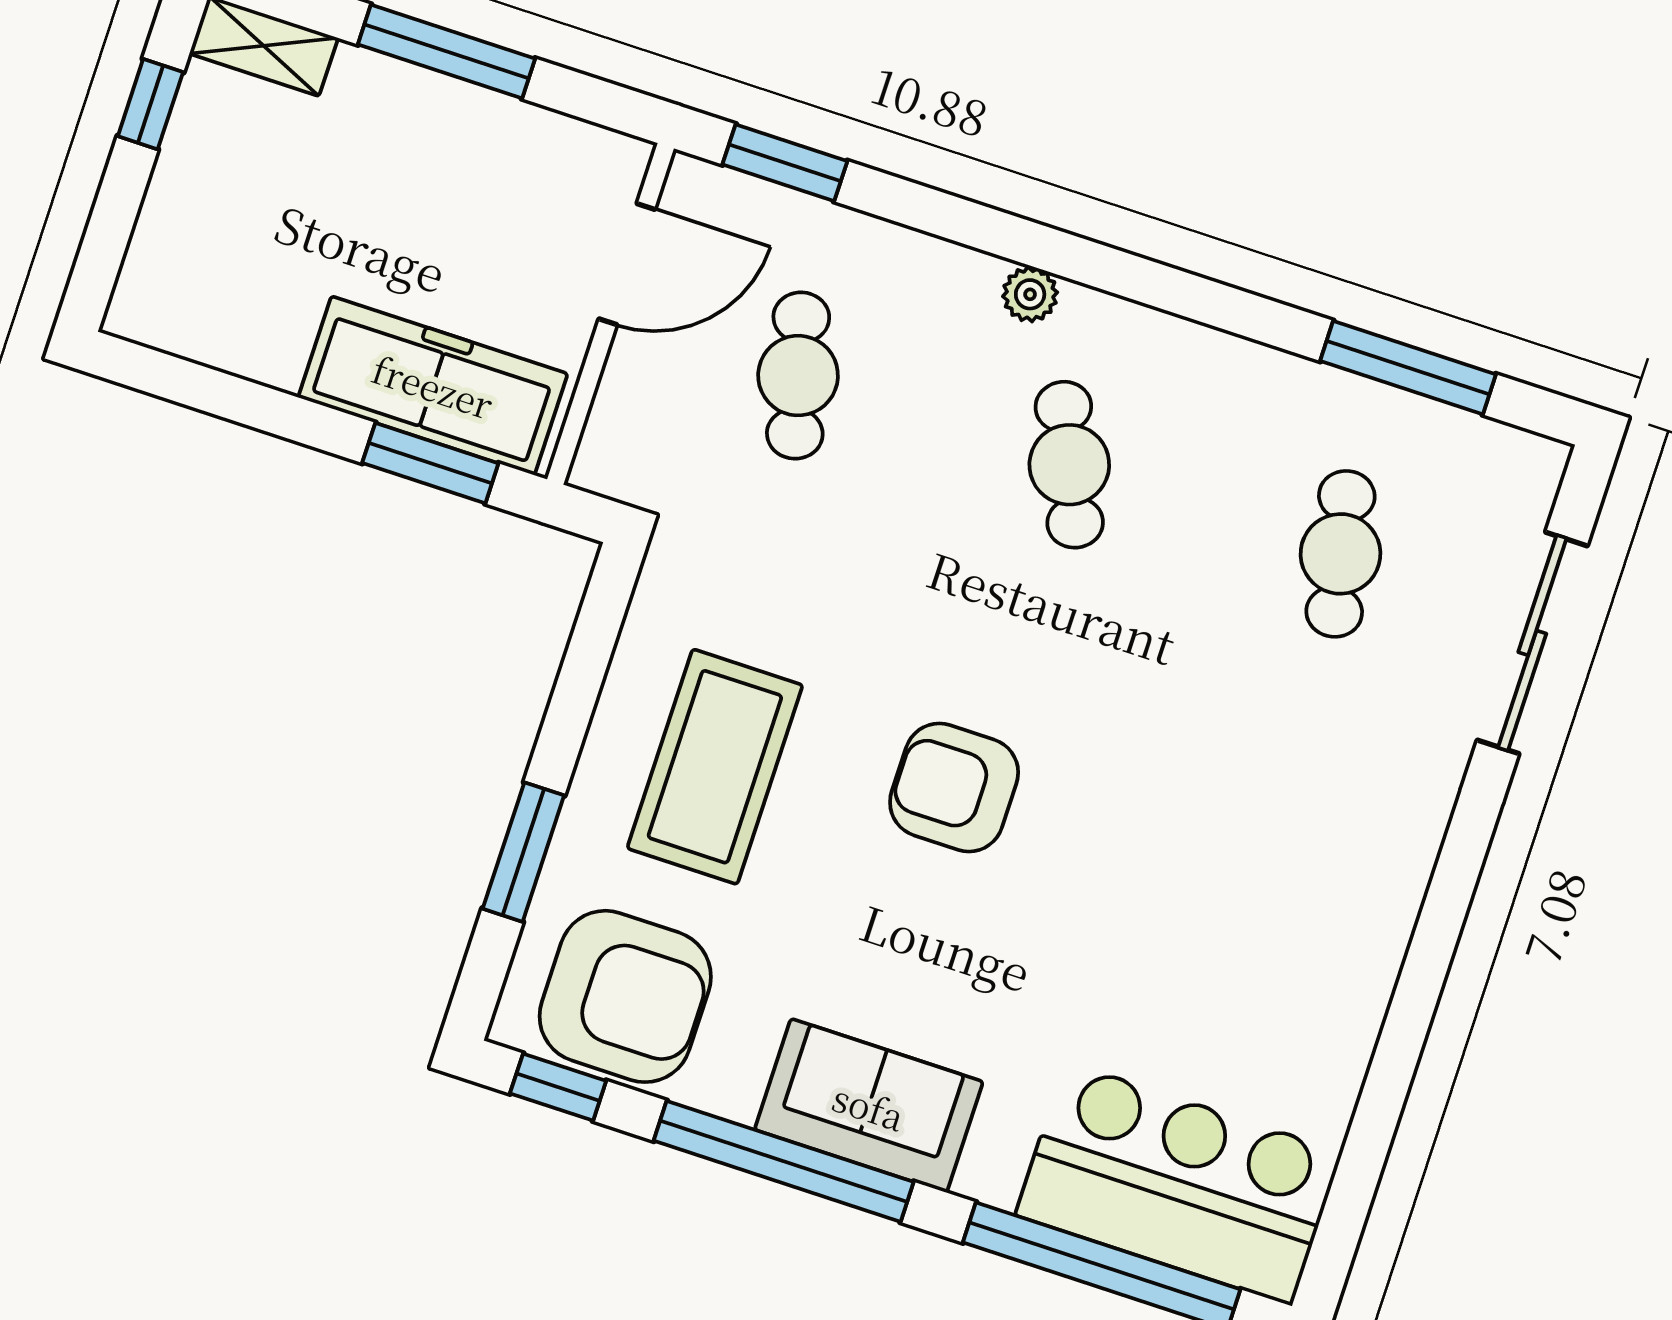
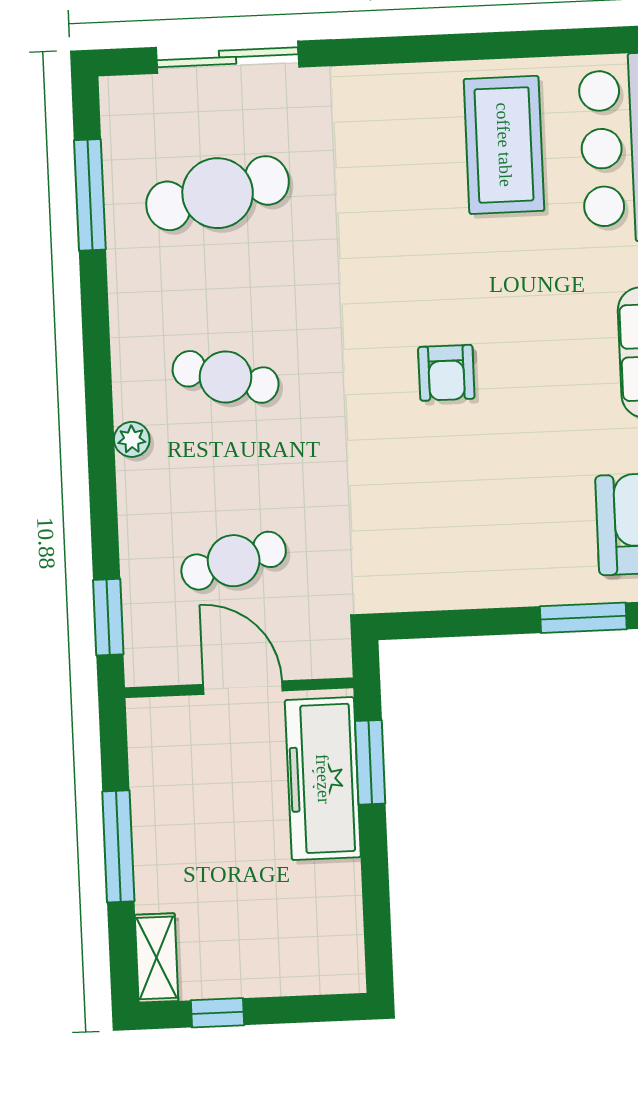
door: (627, 264) -> (243, 688), moved
cafe table: (1069, 465) -> (226, 377), turned 39
cafe table: (1340, 554) -> (218, 193), width x1.37, depth x1.35
coffee table: (715, 767) -> (504, 145), moved, turned 90
armchair: (954, 787) -> (446, 373), width x0.72, depth x0.72

